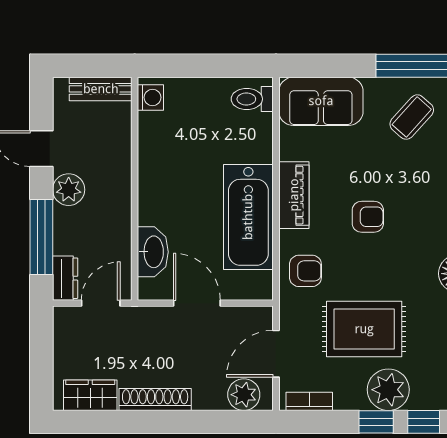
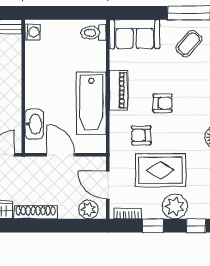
armchair: (305, 271) -> (141, 135), moved, turned 180
door: (276, 354) -> (108, 185), hinge flipped
window: (376, 422) -> (153, 226), moved

